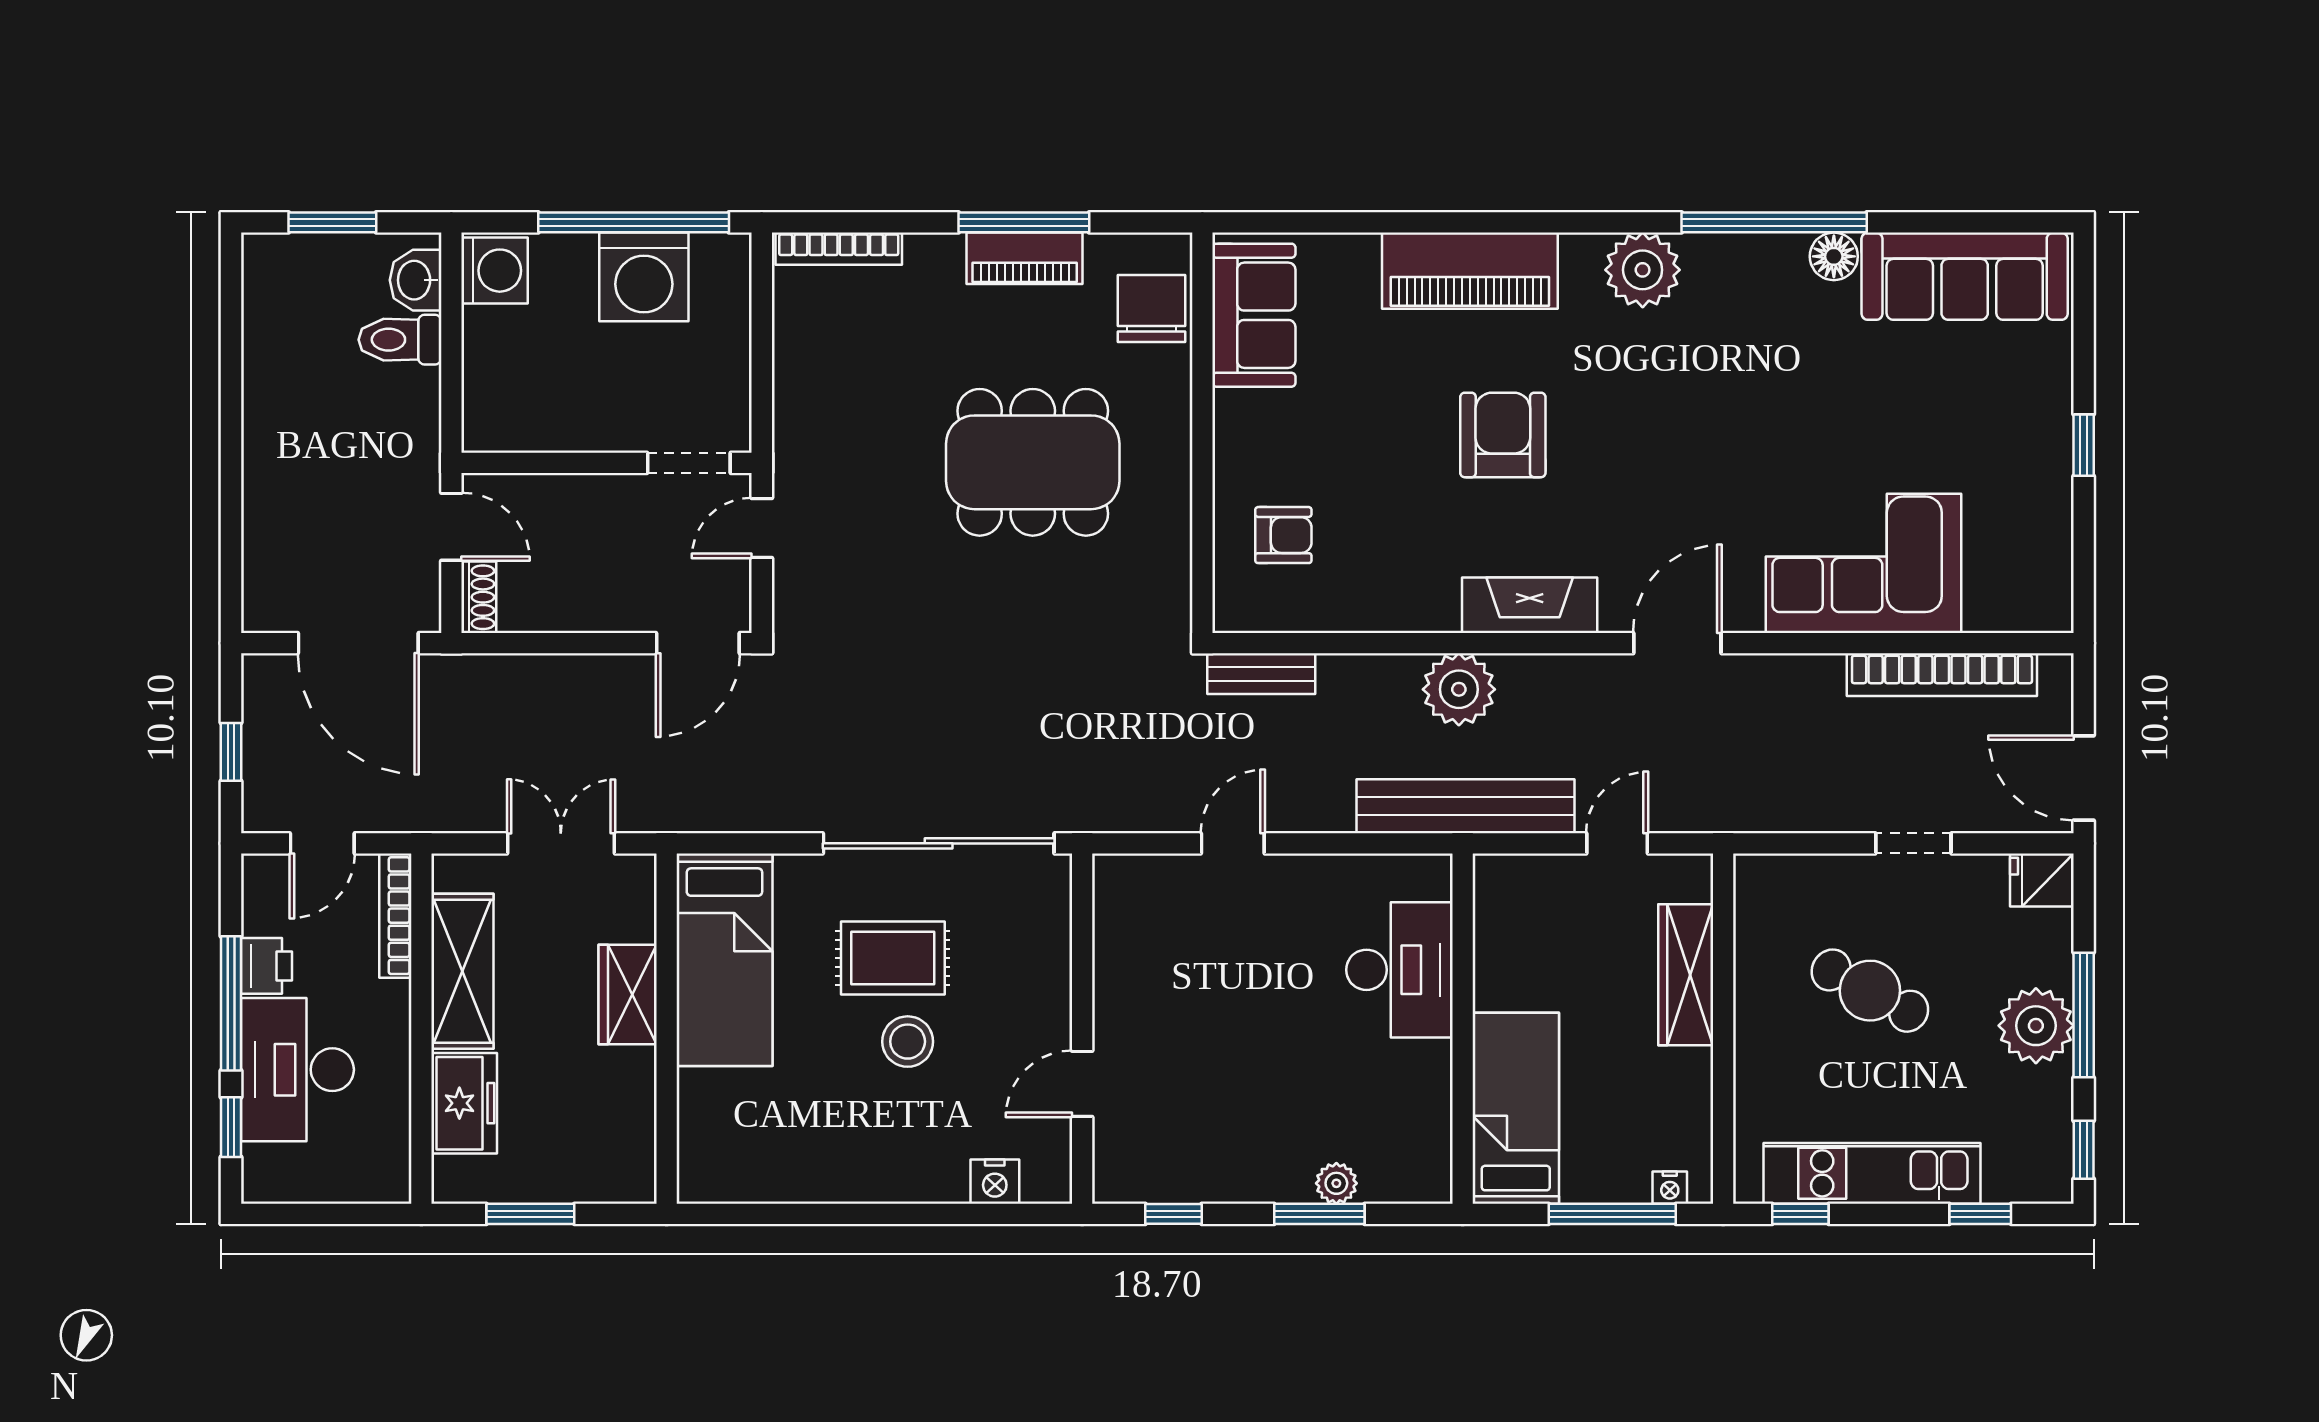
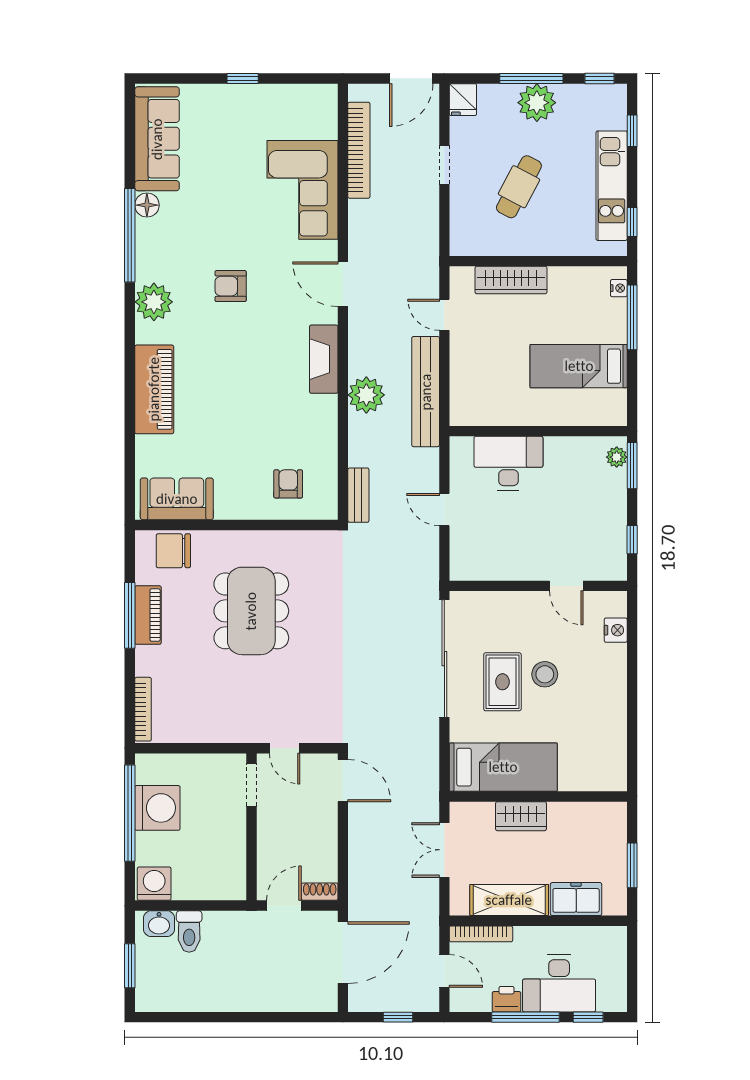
armchair: (1503, 435) -> (231, 286), moved, width x0.72, depth x0.72
desk: (1400, 970) -> (508, 463), moved
wall: (1463, 1029) -> (538, 431), moved

